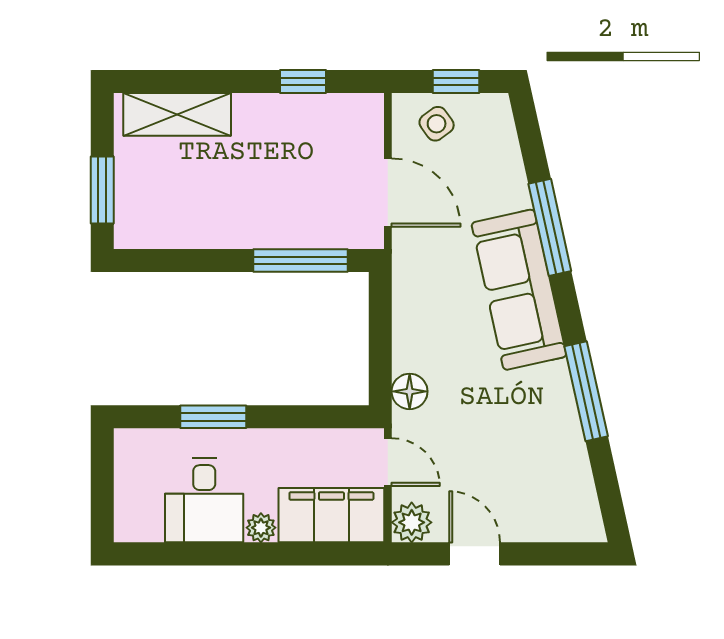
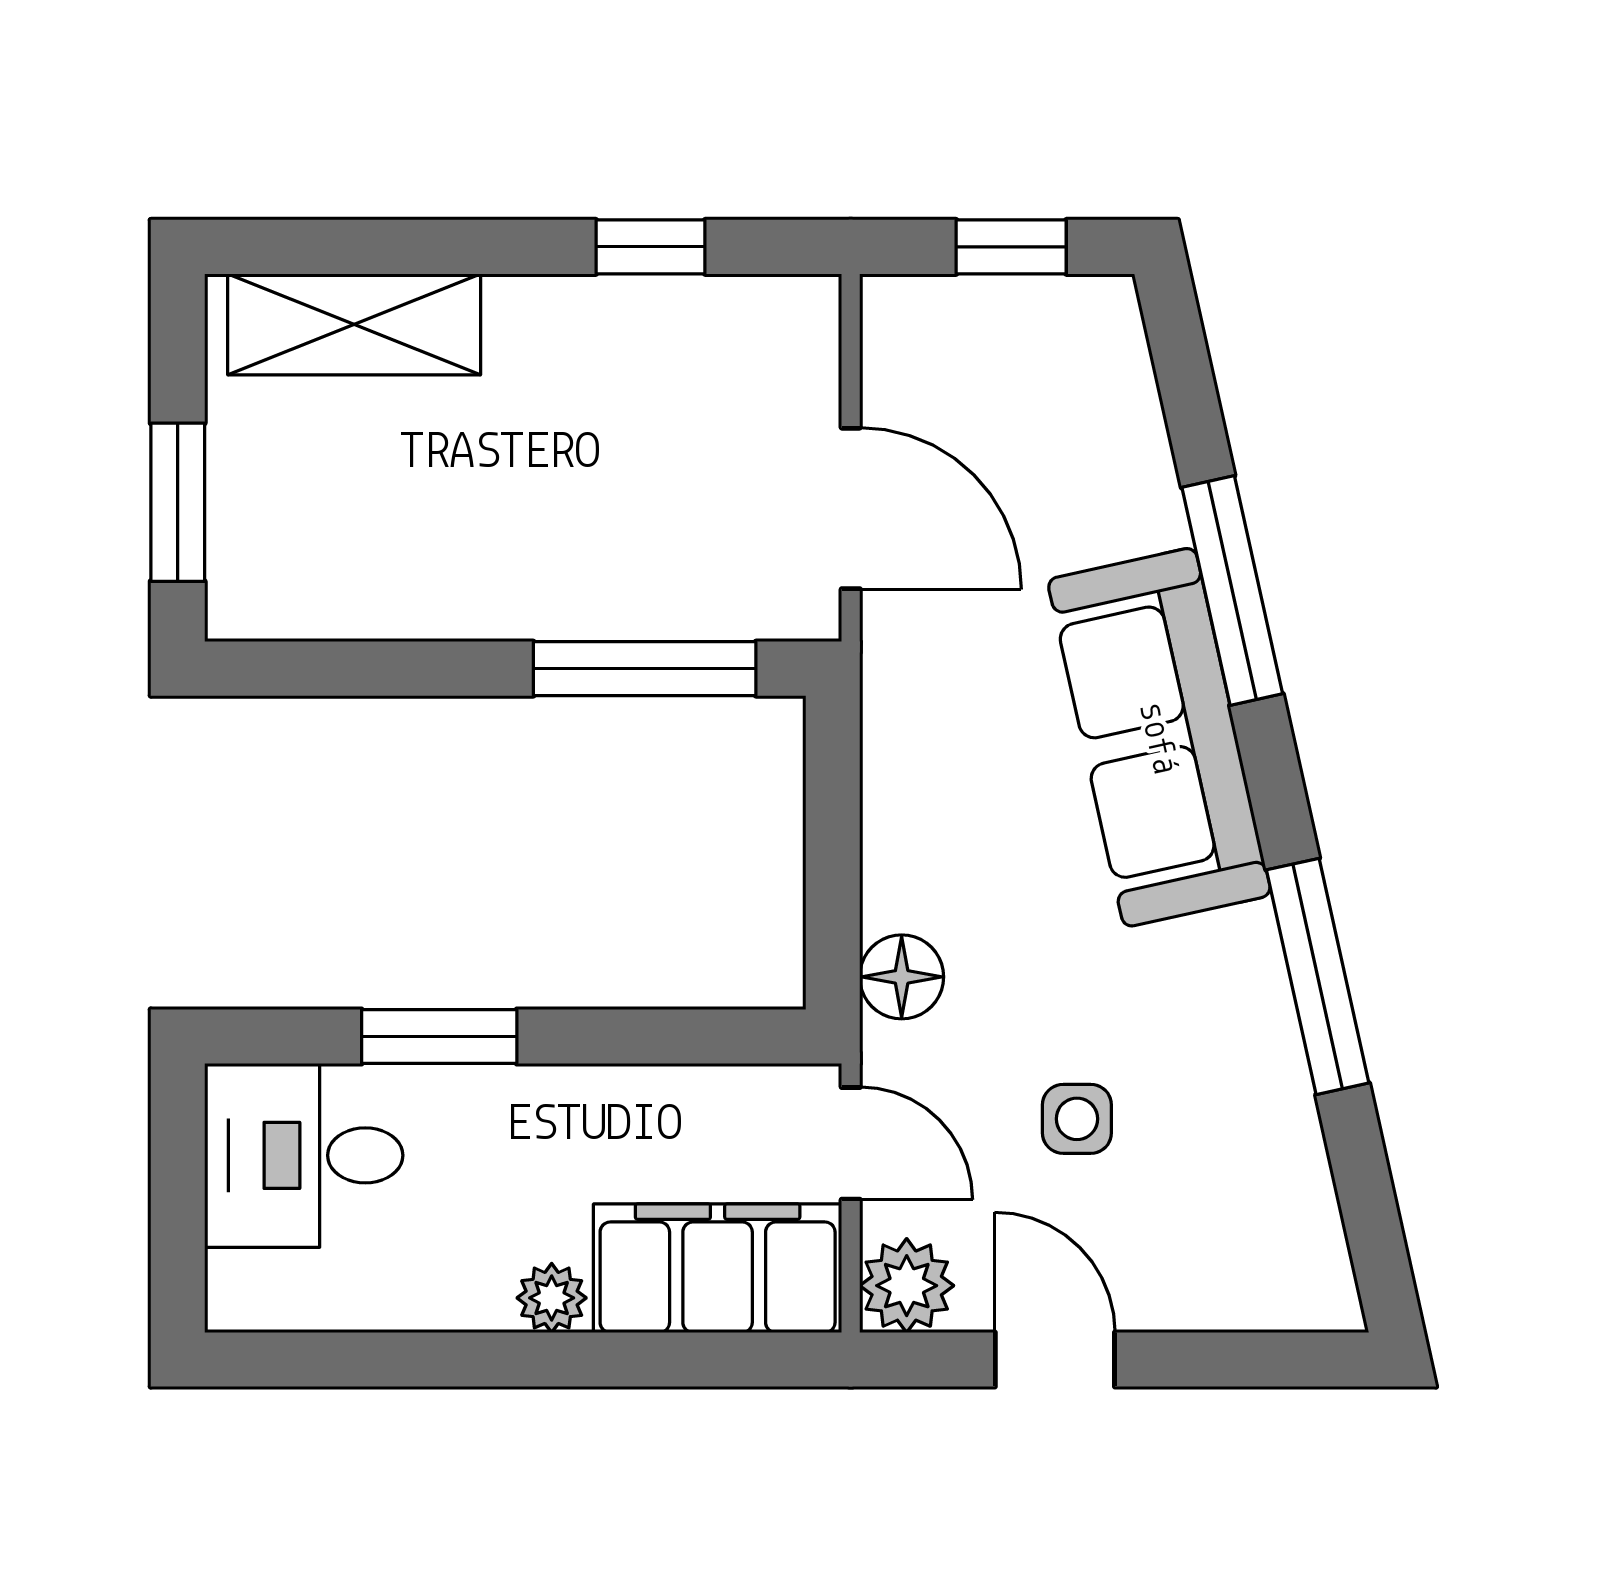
side table: (437, 124) -> (1077, 1119), moved, turned 36
desk: (204, 500) -> (304, 1155), moved, turned 90

